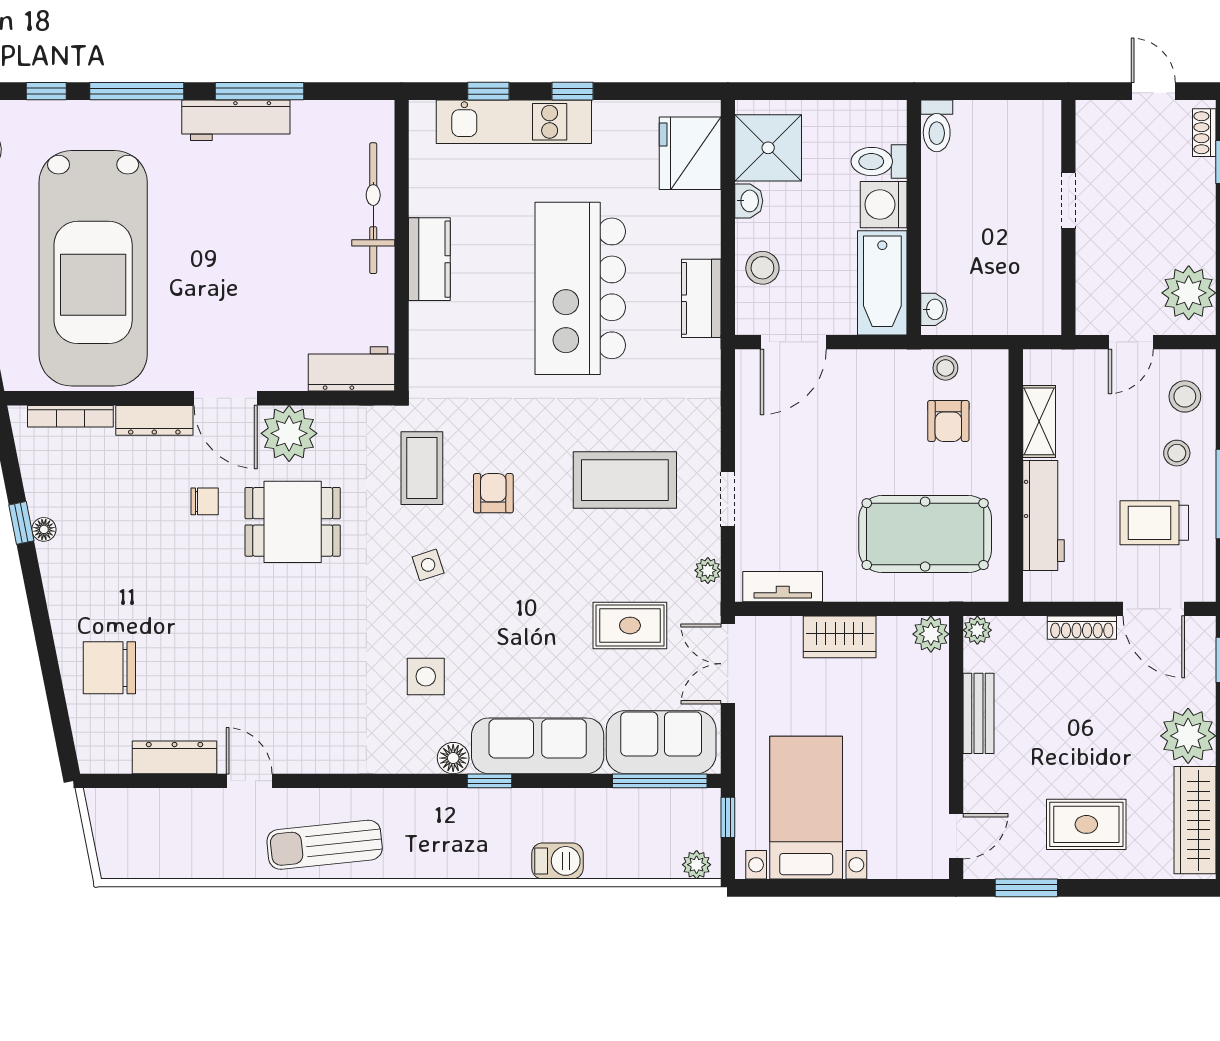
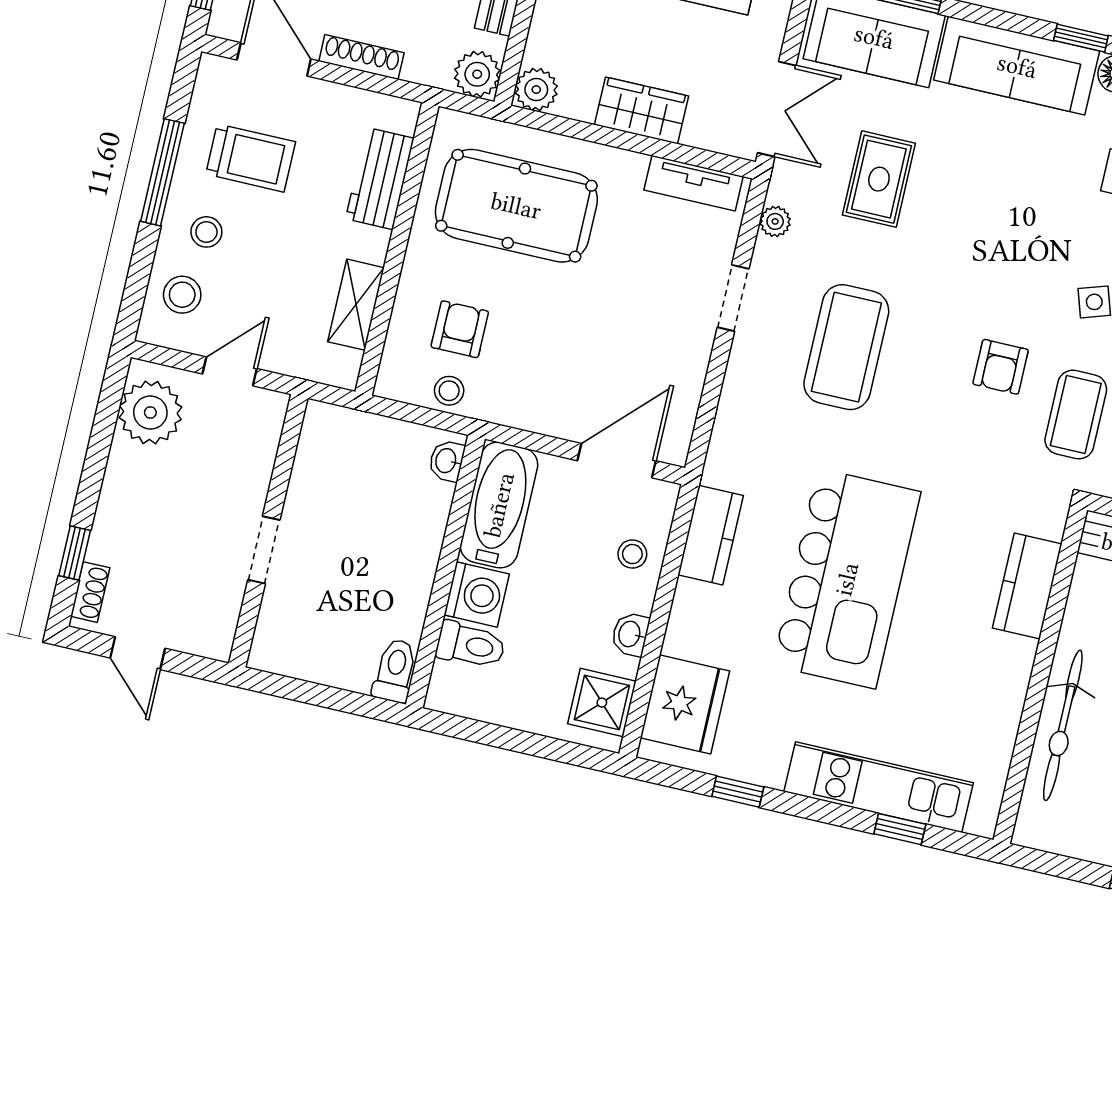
window: (572, 91) -> (738, 792), moved
shower: (768, 148) -> (602, 703), width x0.73, depth x0.73
kitchen counter: (429, 259) -> (1027, 586), moved
stool: (762, 268) -> (632, 554), width x0.73, depth x0.73
coffee table: (625, 480) -> (846, 347), turned 90
workbench: (1043, 515) -> (380, 179), width x0.73
rug: (630, 625) -> (879, 179), turned 90
plant: (977, 630) -> (477, 74), width x1.38, depth x1.38

